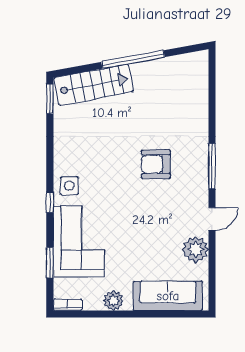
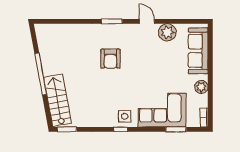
window: (212, 166) -> (112, 21), width x0.69
window: (50, 202) -> (121, 129), moved

